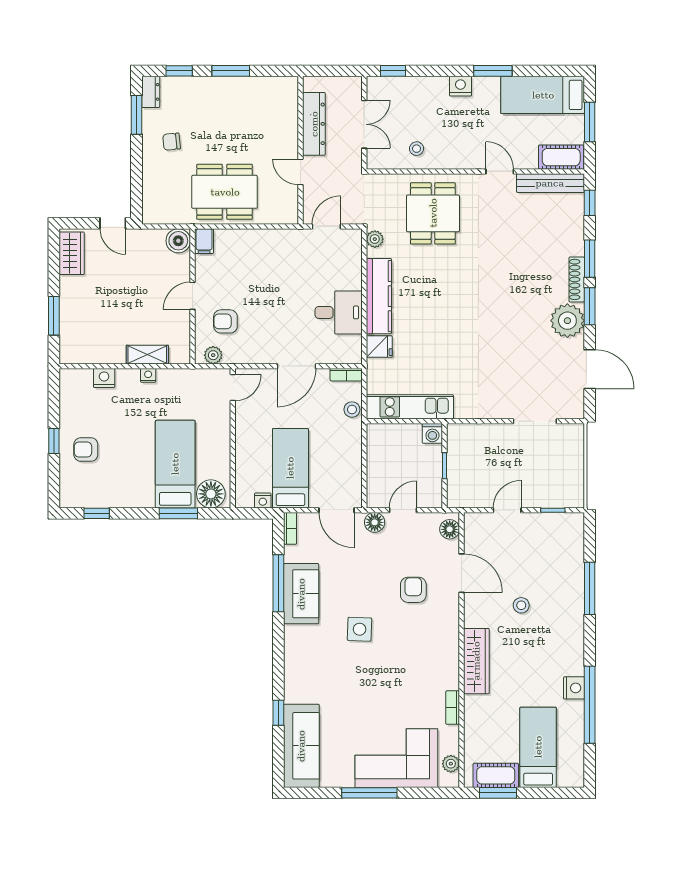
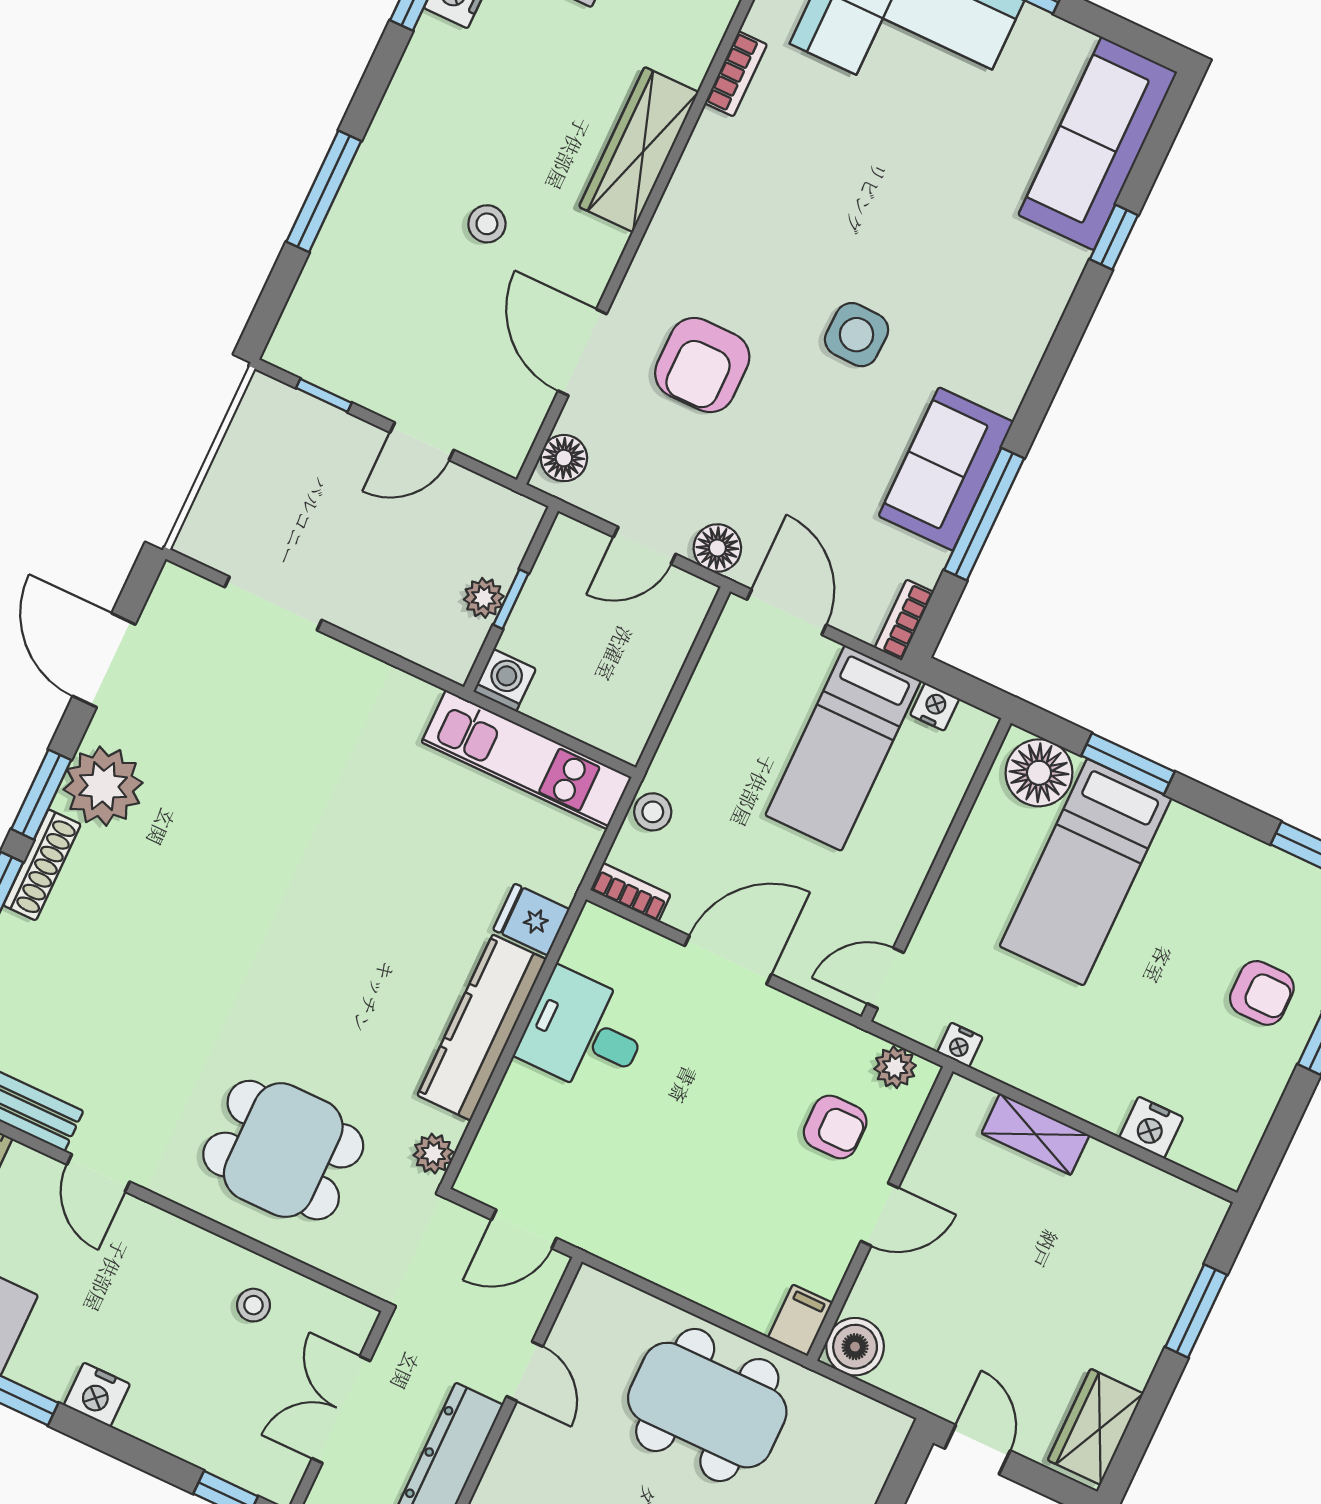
dining table: (433, 213) -> (283, 1150), turned 90
nightstand: (148, 375) -> (960, 1045), moved
plant: (455, 461) -> (484, 598), added
armchair: (413, 590) -> (702, 365), width x1.38, depth x1.38

